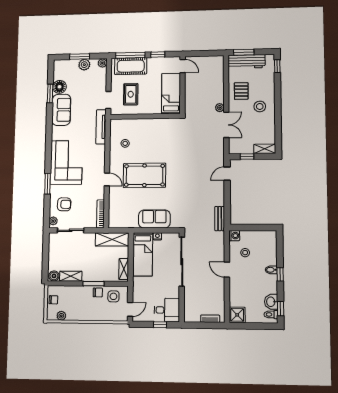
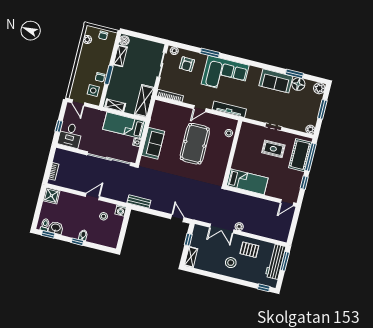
plant: (84, 65) -> (319, 88), moved
bed: (171, 94) -> (247, 182), moved
wall: (145, 116) -> (232, 153), moved
tv unit: (101, 127) -> (229, 109), moved

